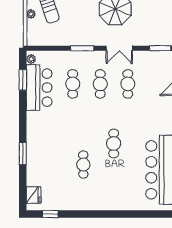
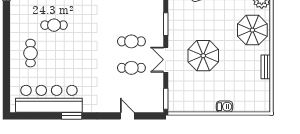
cafe table: (73, 84) -> (131, 15), removed
cafe table: (114, 144) -> (30, 53), moved, turned 90

